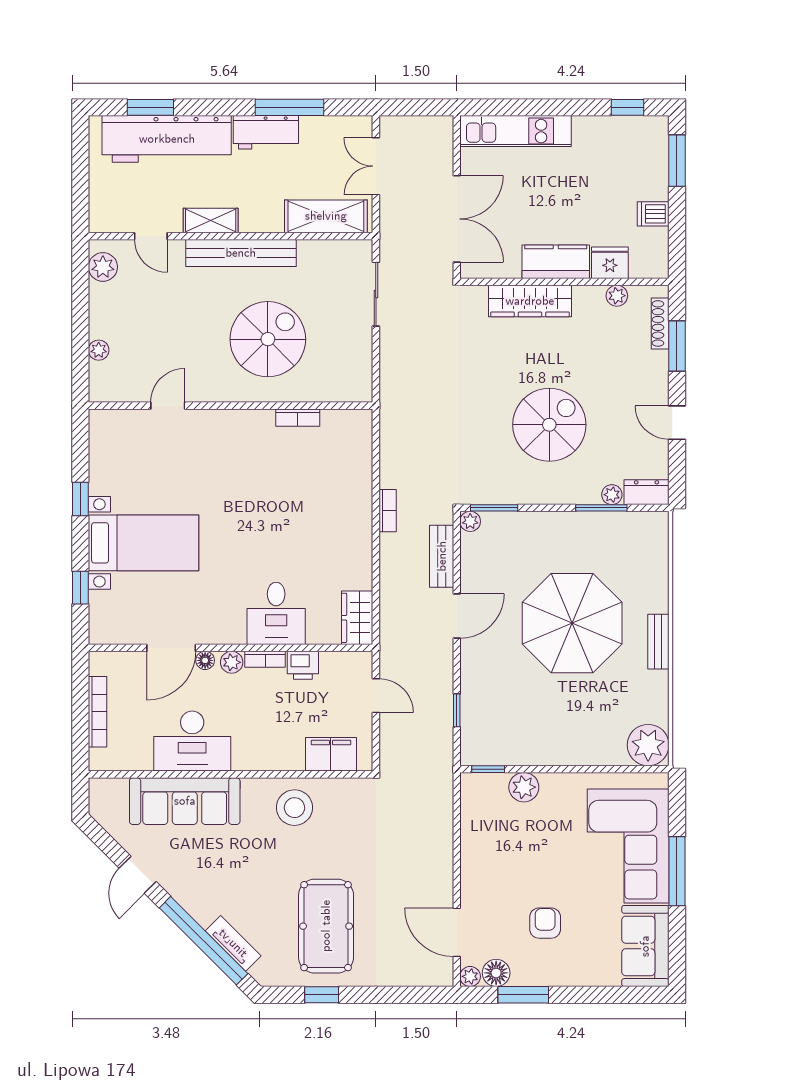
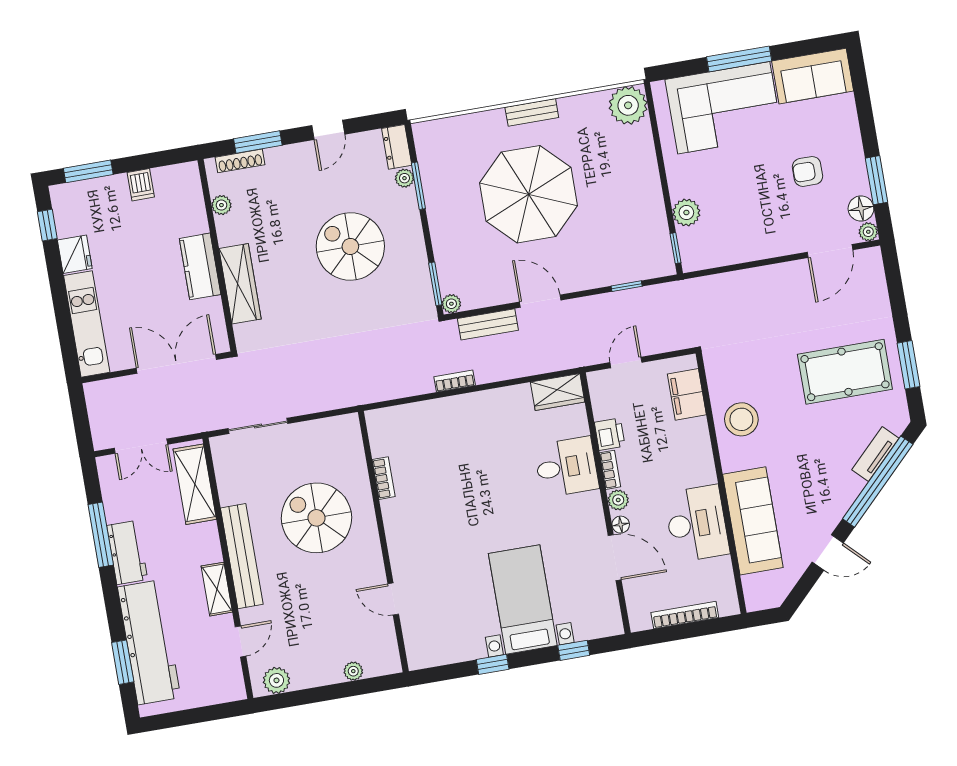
fridge: (610, 263) -> (75, 254), moved, turned 180
window: (322, 995) -> (908, 365), width x1.50

